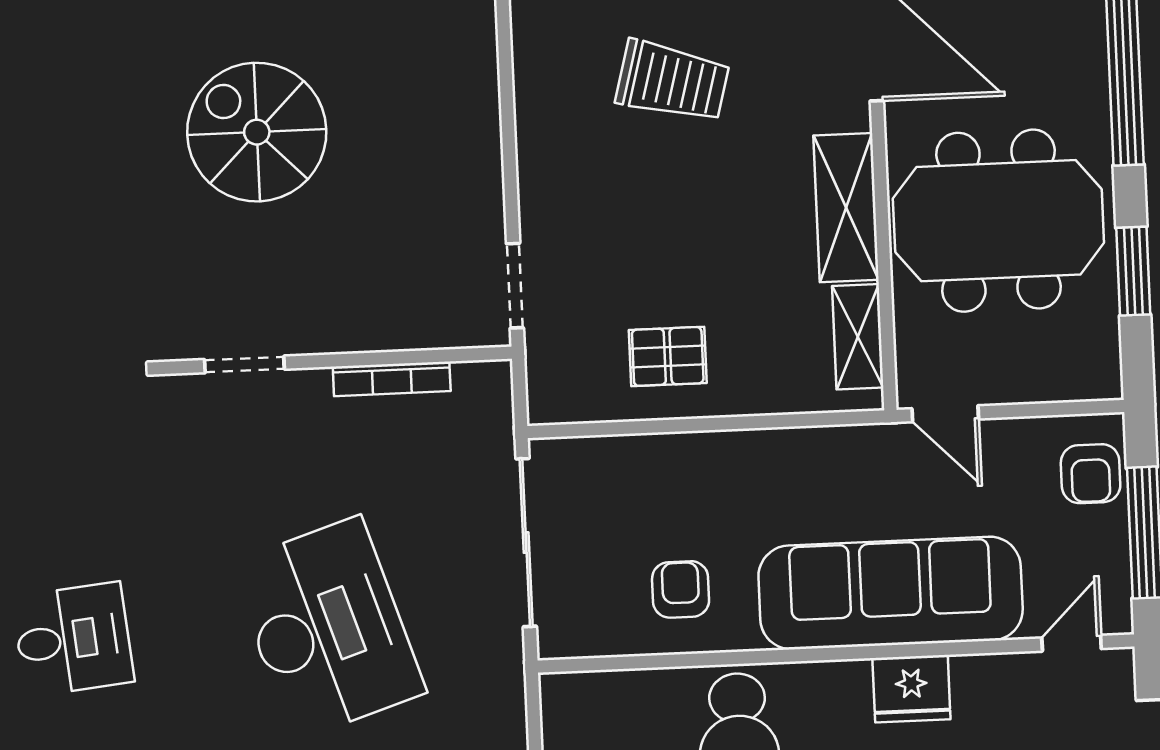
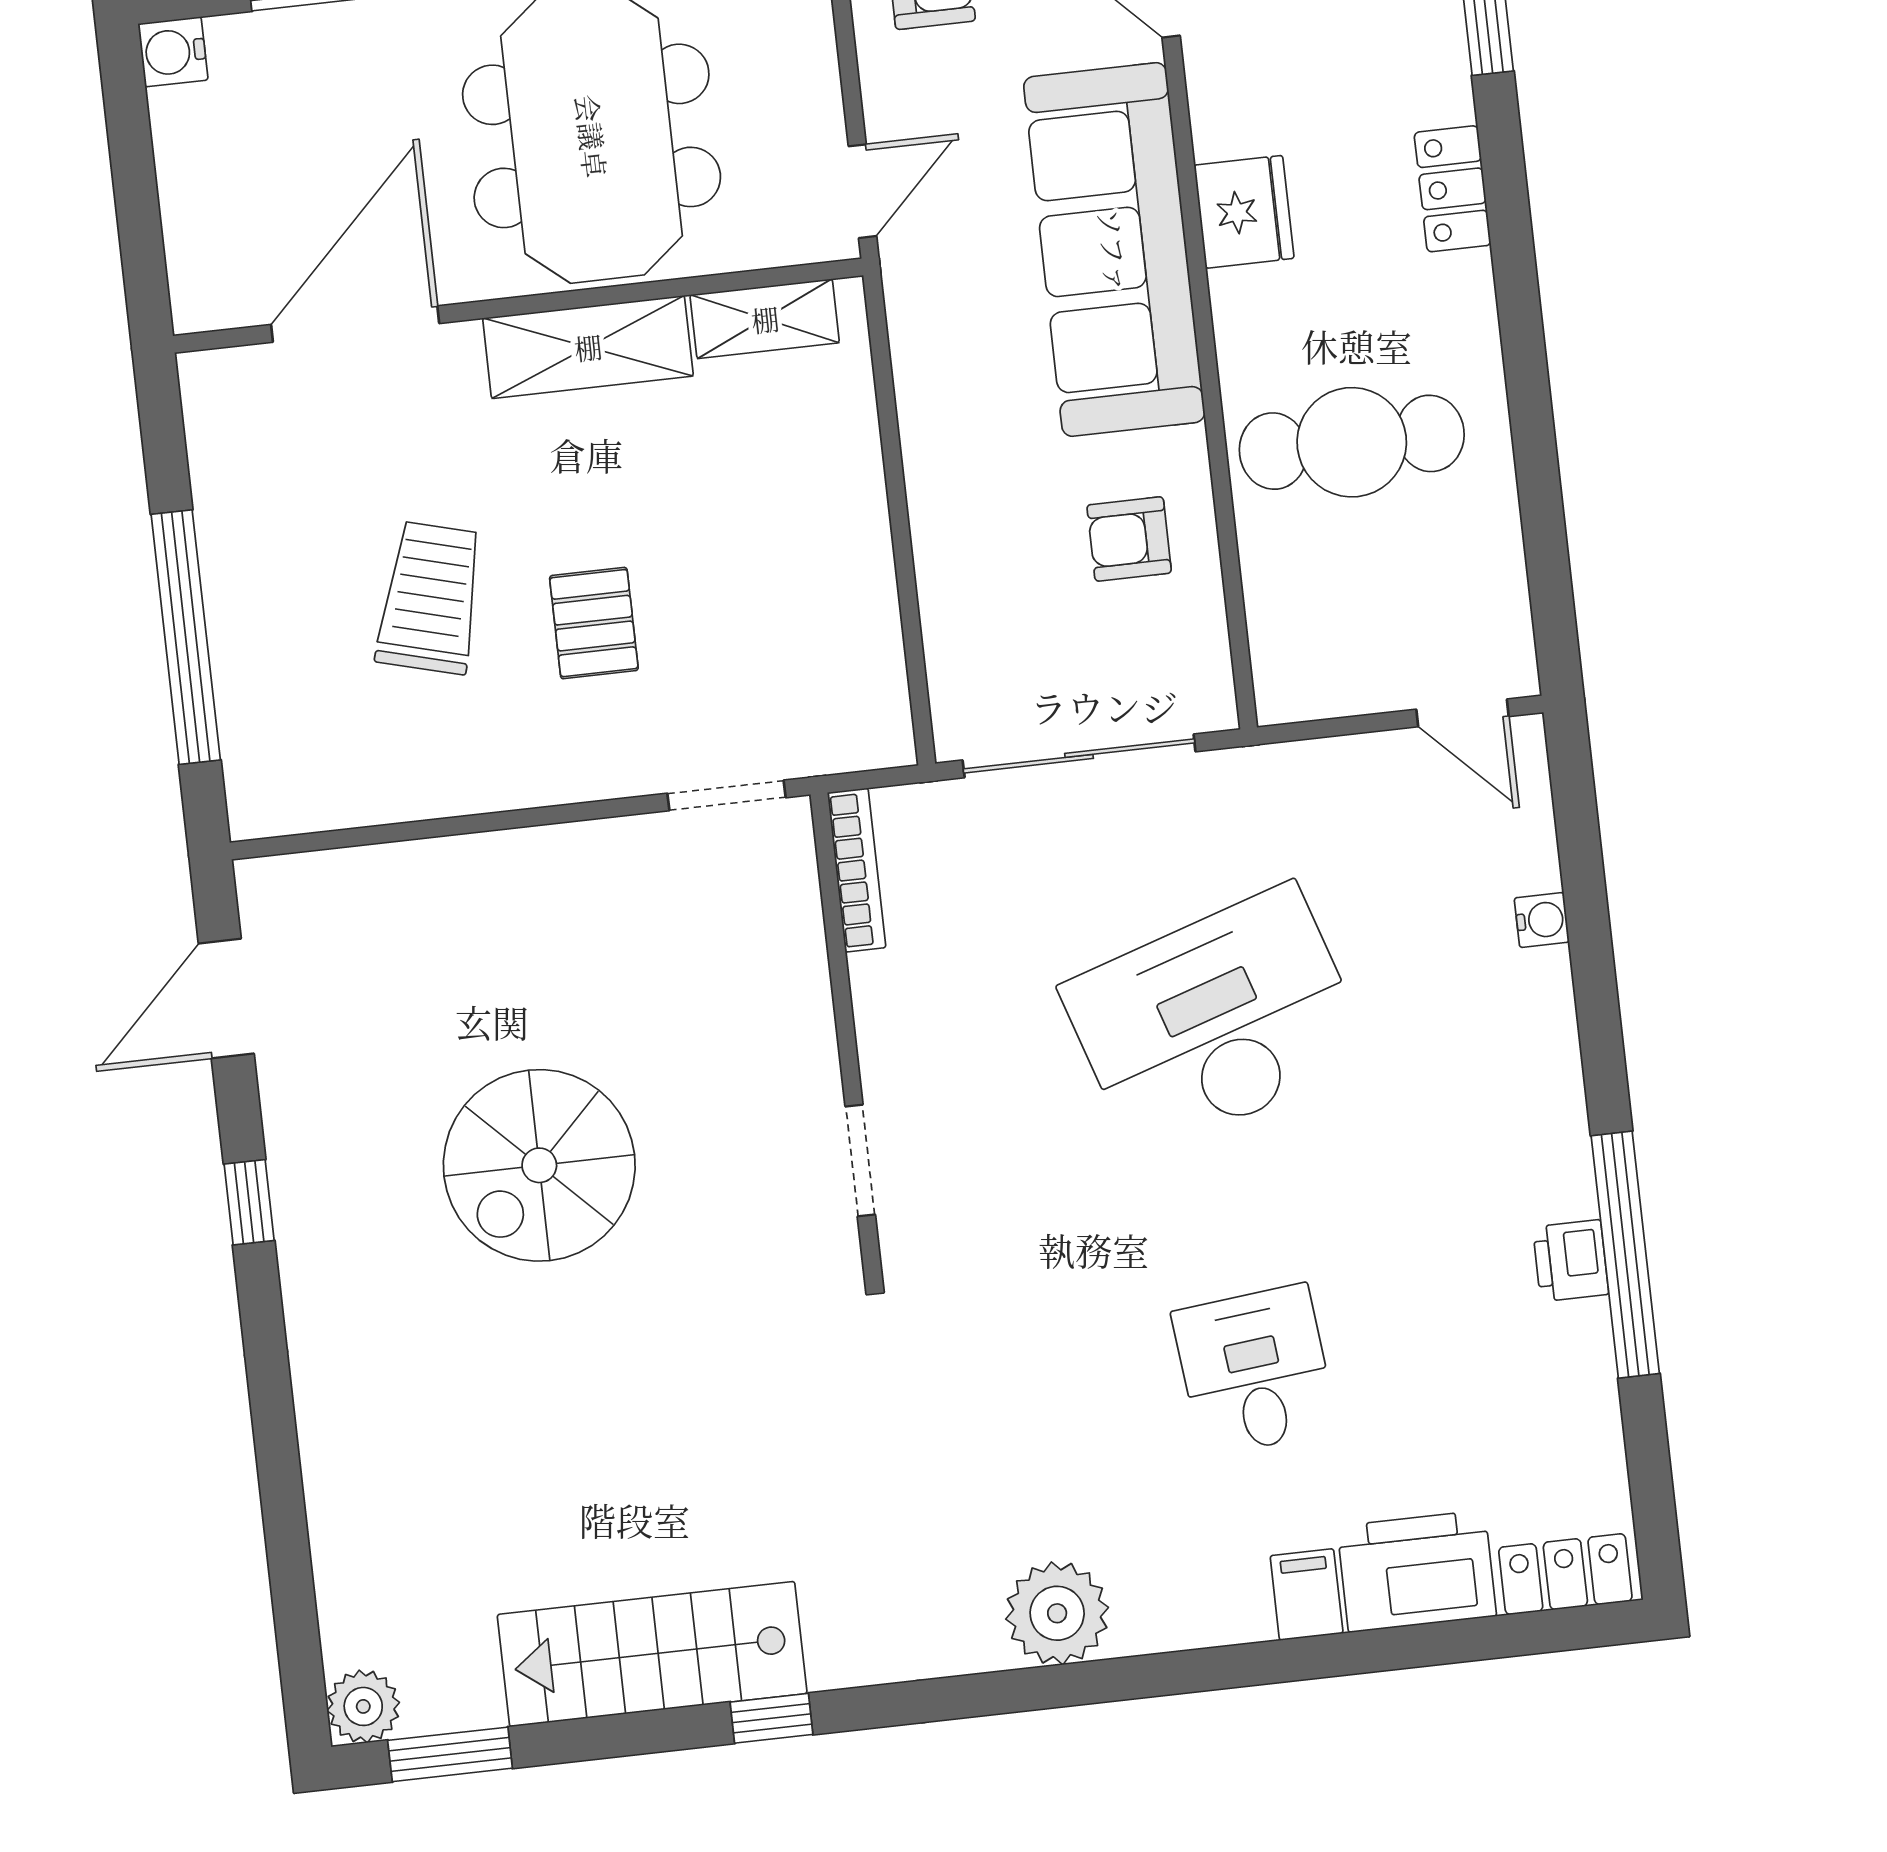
pallet: (668, 356) -> (594, 623), moved
bookcase: (392, 379) -> (857, 870), moved

